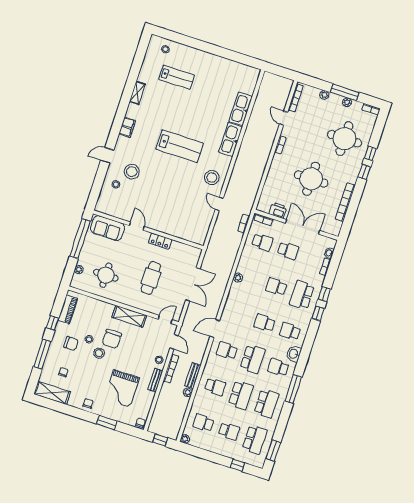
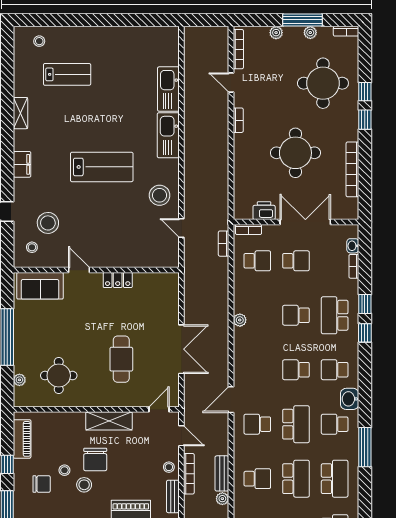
door: (137, 226) -> (79, 270), moved
sofa: (108, 228) -> (40, 286), moved
wall: (148, 230) -> (96, 270), moved
locker: (160, 241) -> (118, 280), moved

